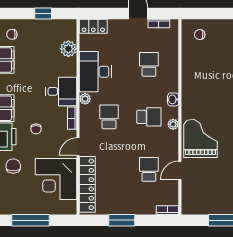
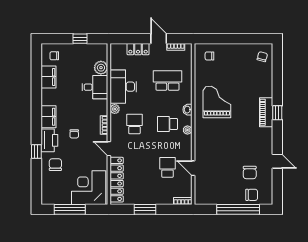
locker: (93, 26) -> (138, 49), moved
school desk: (149, 64) -> (167, 81), width x1.85
desk: (61, 91) -> (95, 87), moved
school desk: (149, 117) -> (167, 124), turned 180
grand piano: (200, 138) -> (217, 102), moved
door: (78, 147) -> (109, 149), hinge flipped
door: (180, 170) -> (193, 168), hinge flipped
corner desk: (56, 179) -> (89, 188), moved, turned 90

